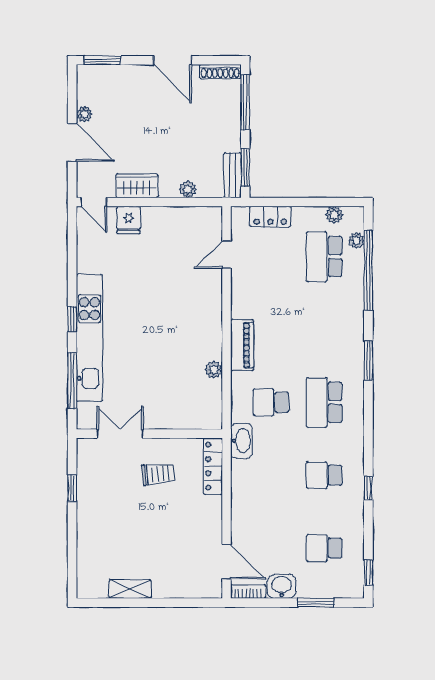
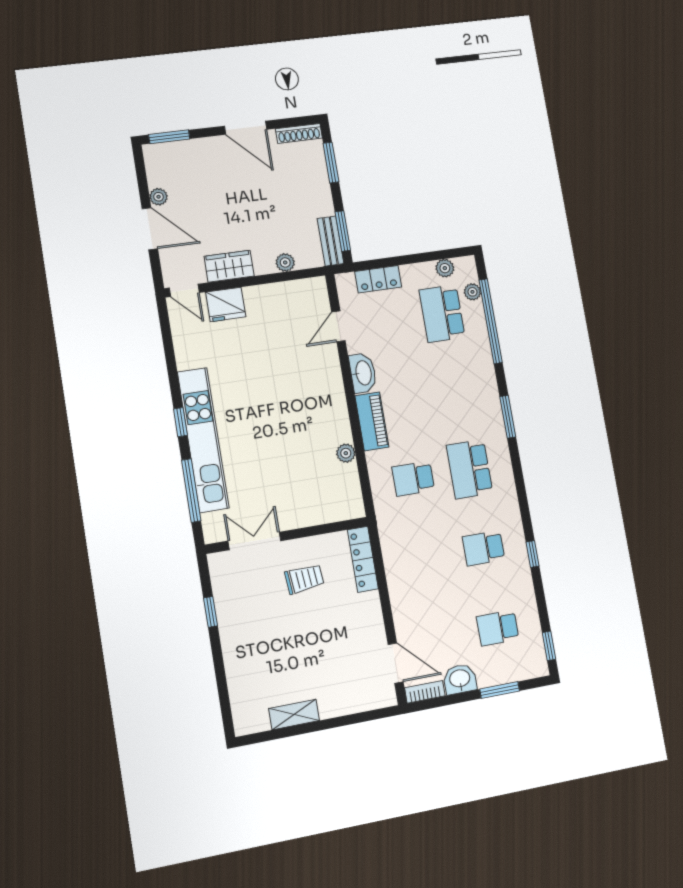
window: (245, 102) -> (331, 162), width x0.69
fridge: (129, 220) -> (226, 304), width x1.38
washbasin: (242, 441) -> (363, 373), moved

